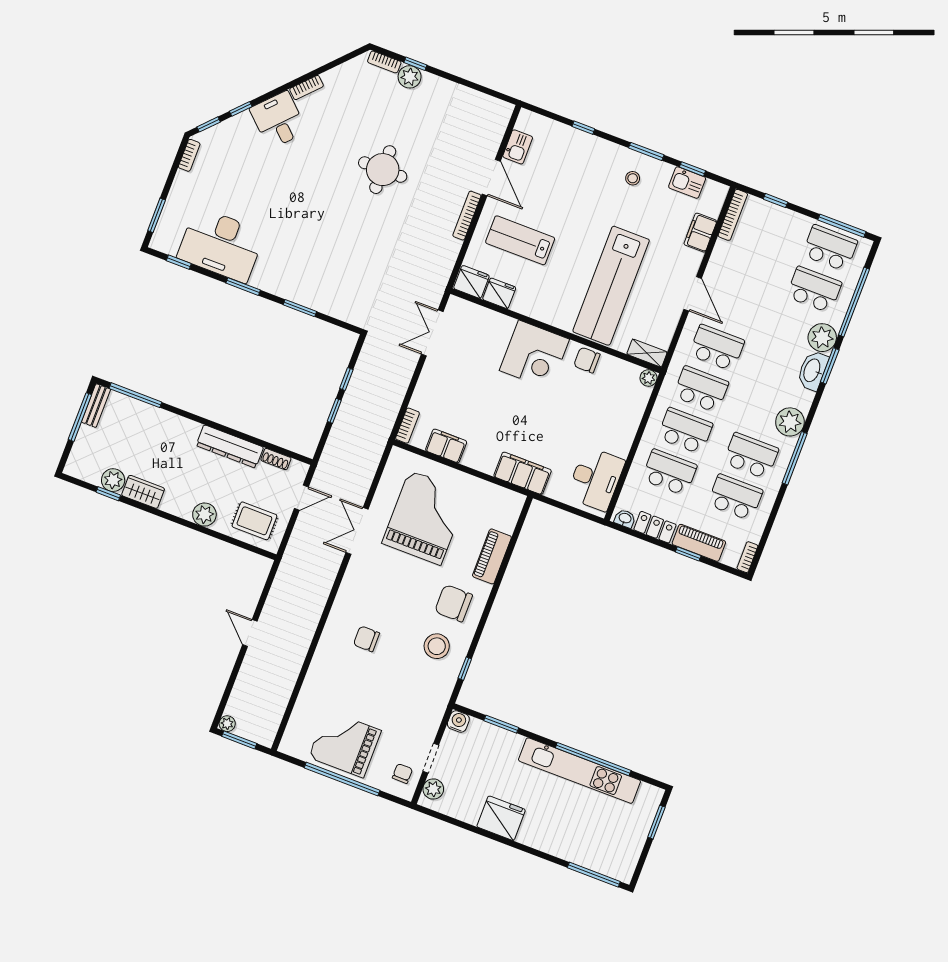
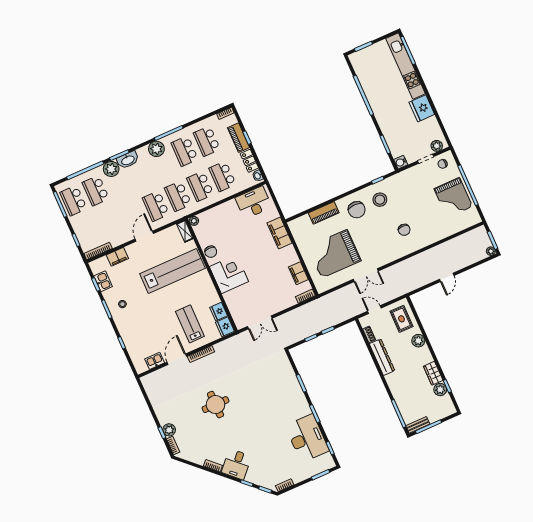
lab bench: (520, 240) -> (190, 324), turned 180
kitchen unit: (579, 771) -> (406, 66), moved, turned 180

